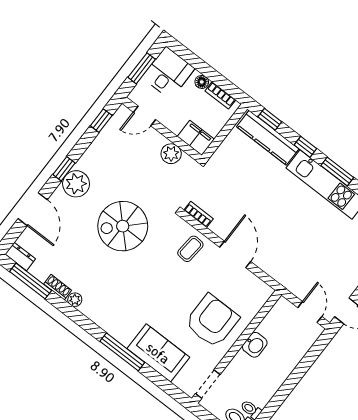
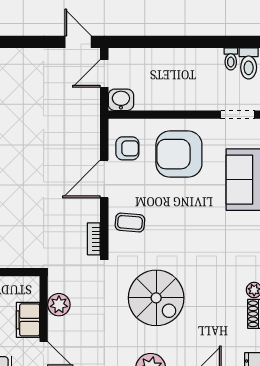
filing cabinet: (196, 138) -> (28, 320), moved
armchair: (244, 287) -> (127, 148), added
washbasin: (255, 345) -> (121, 100), moved

